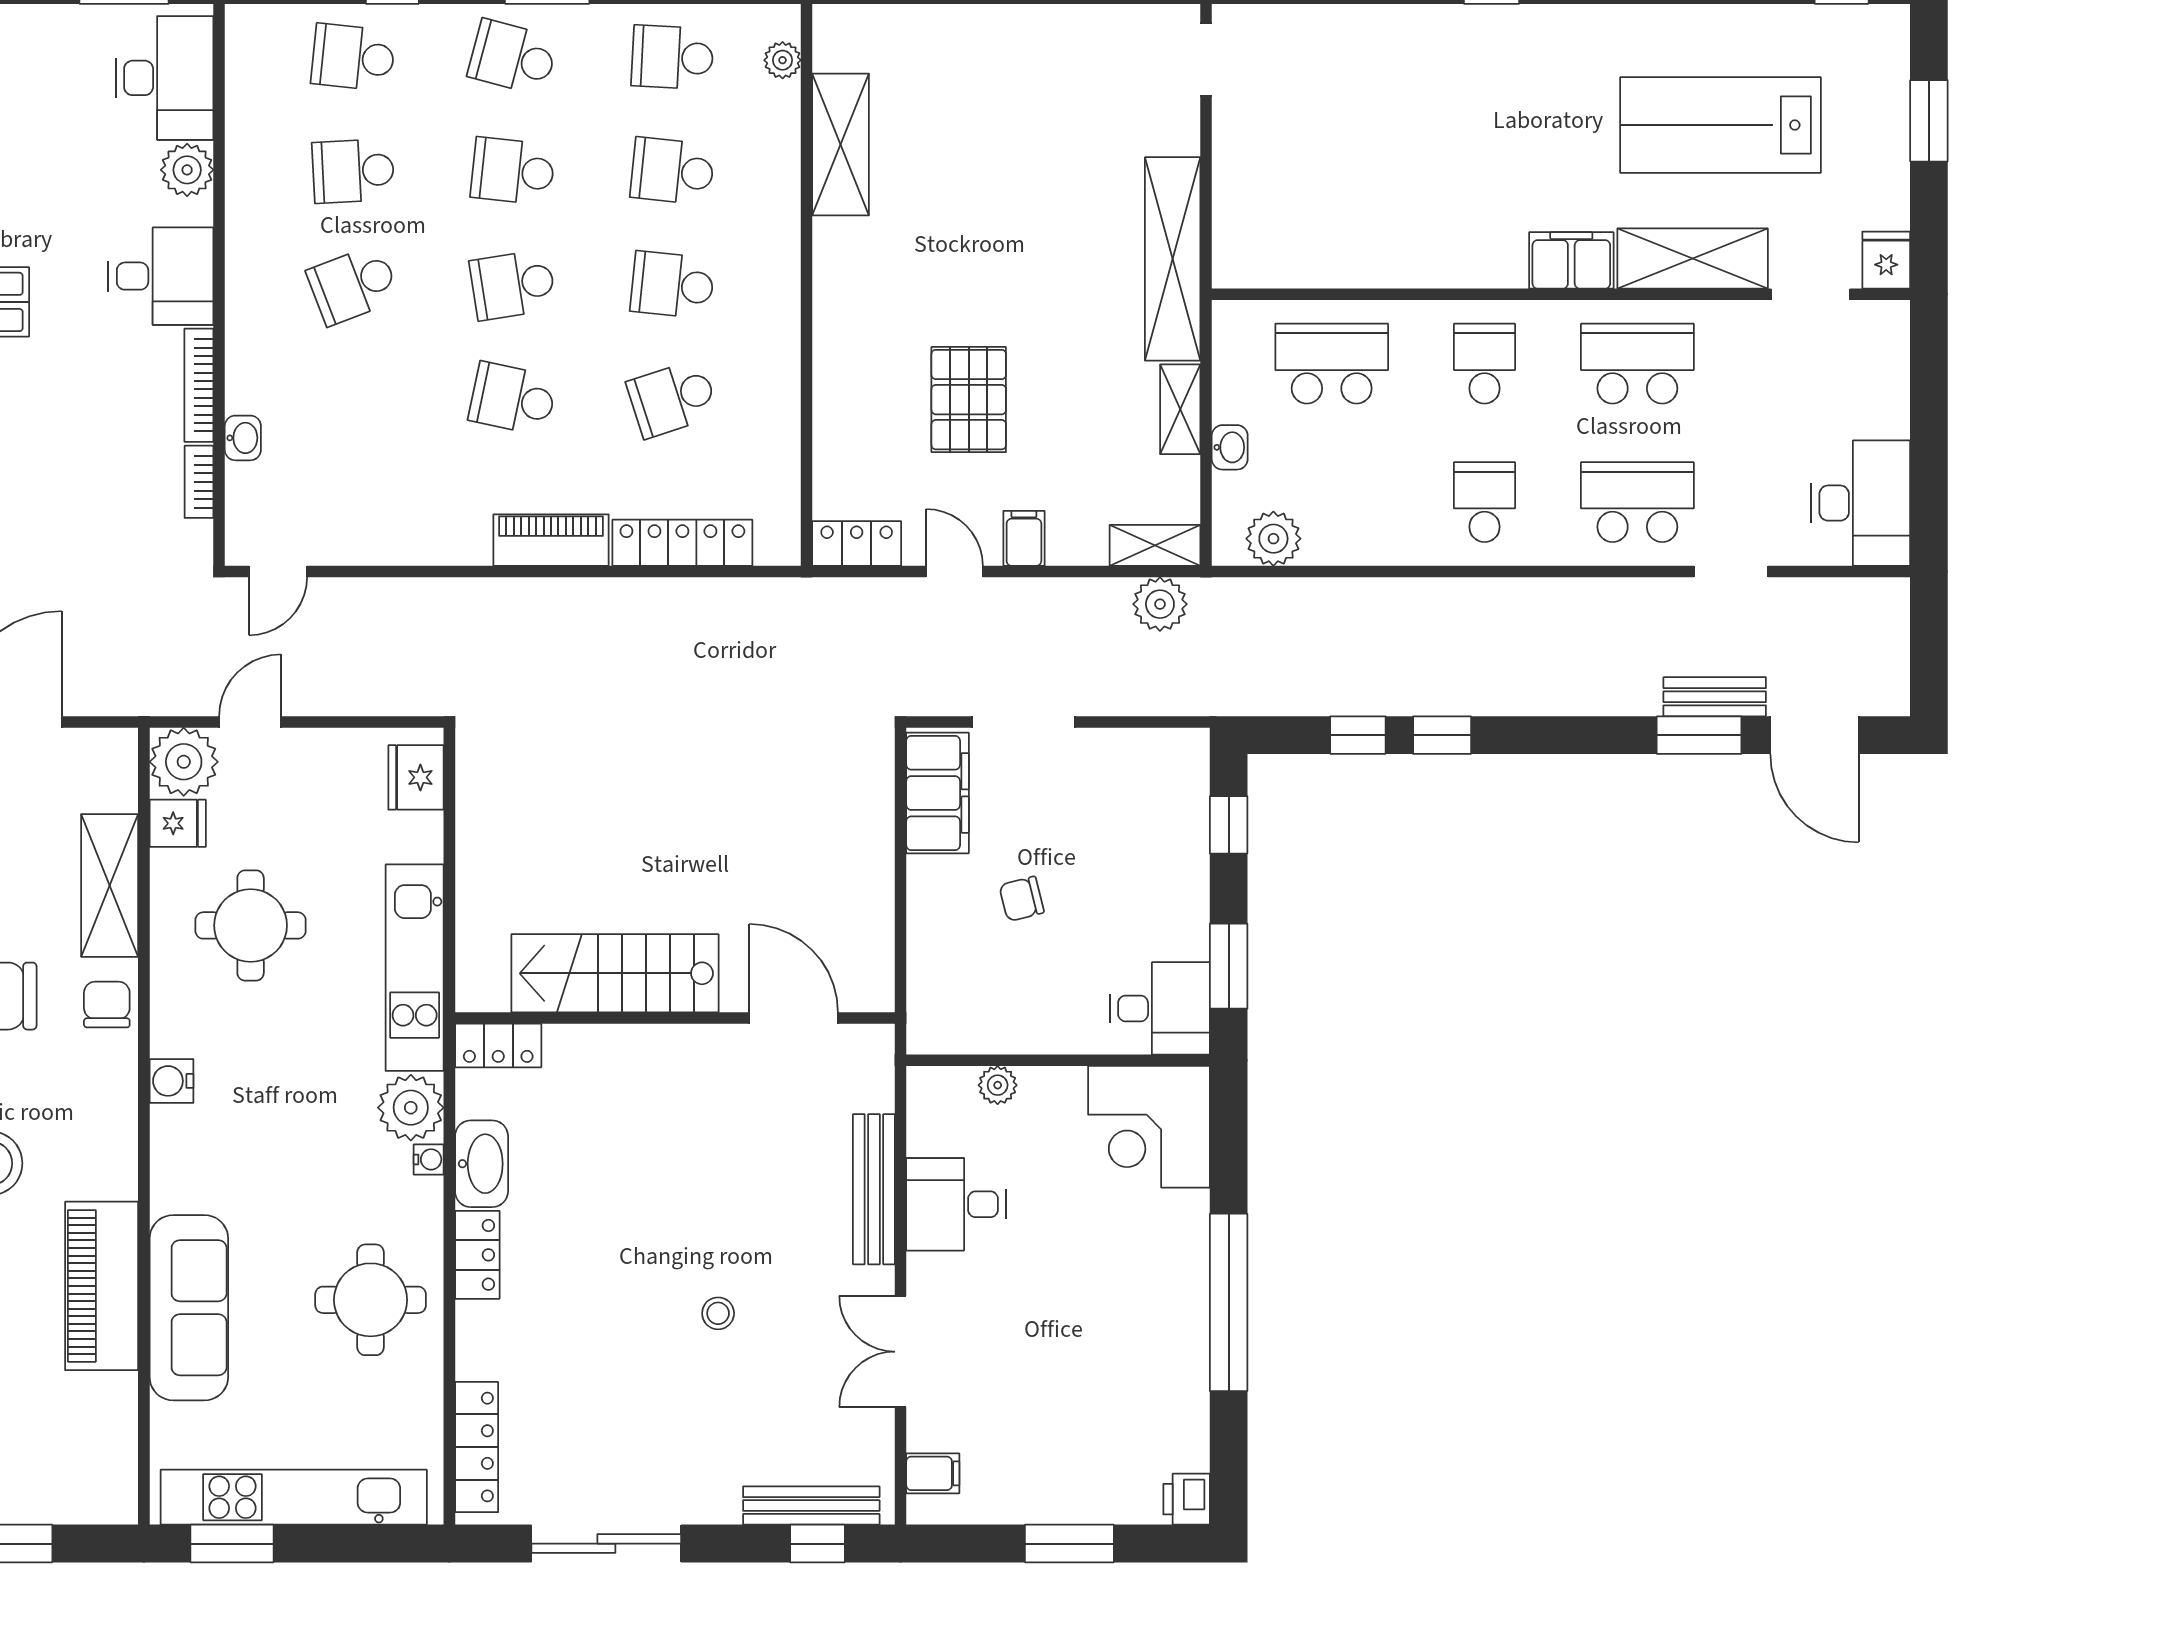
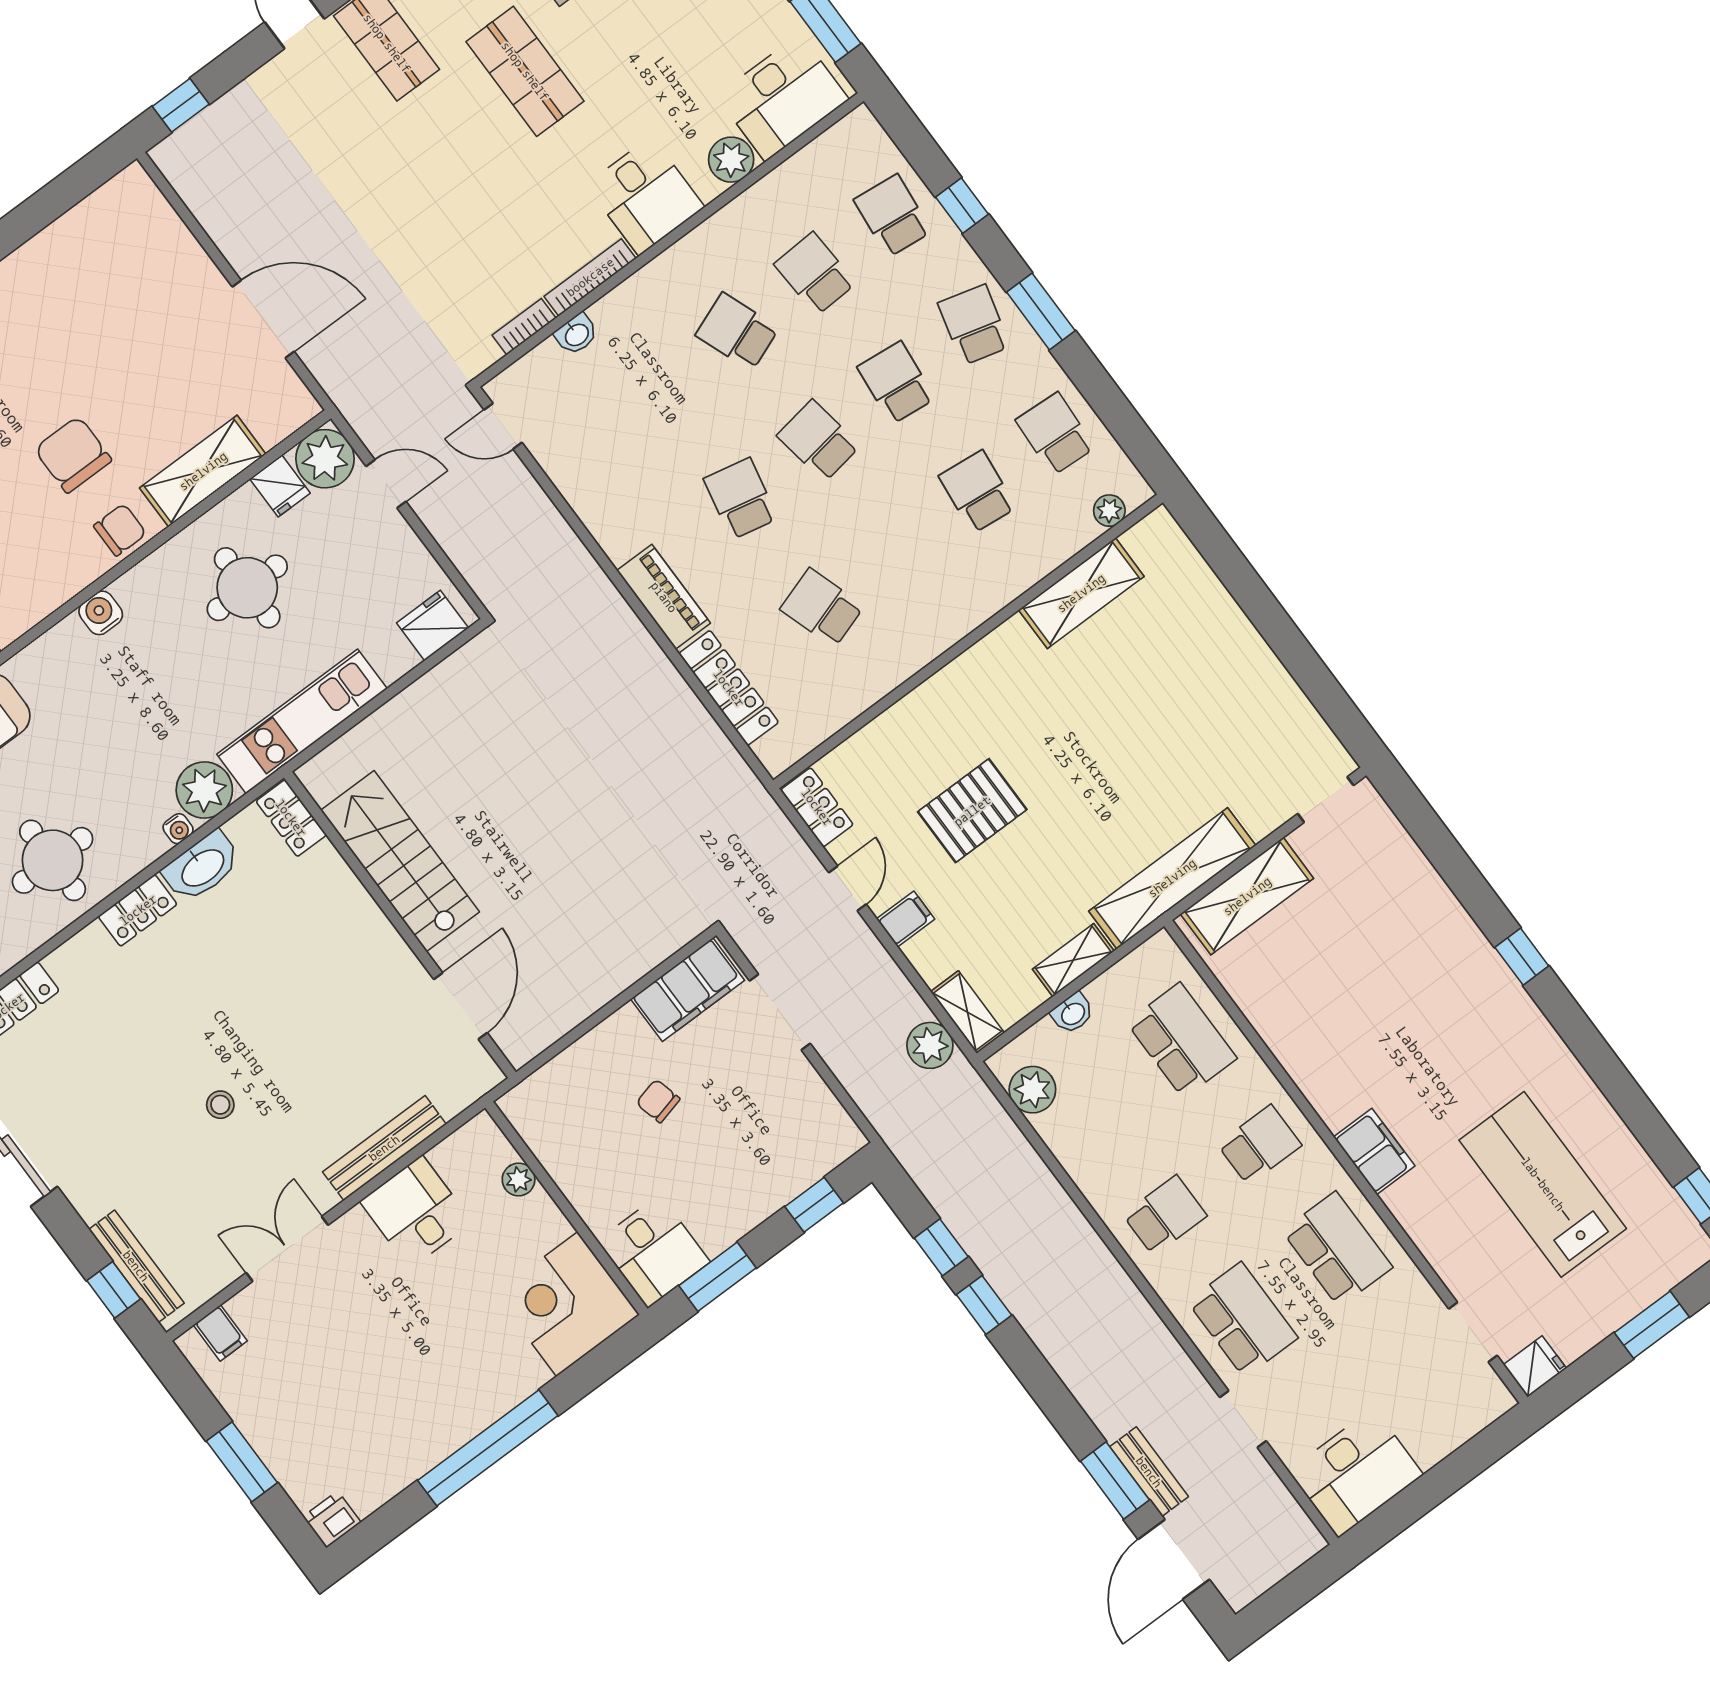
shelving: (1693, 258) -> (1247, 896), moved, turned 90
school desk: (672, 285) -> (900, 550), removed

